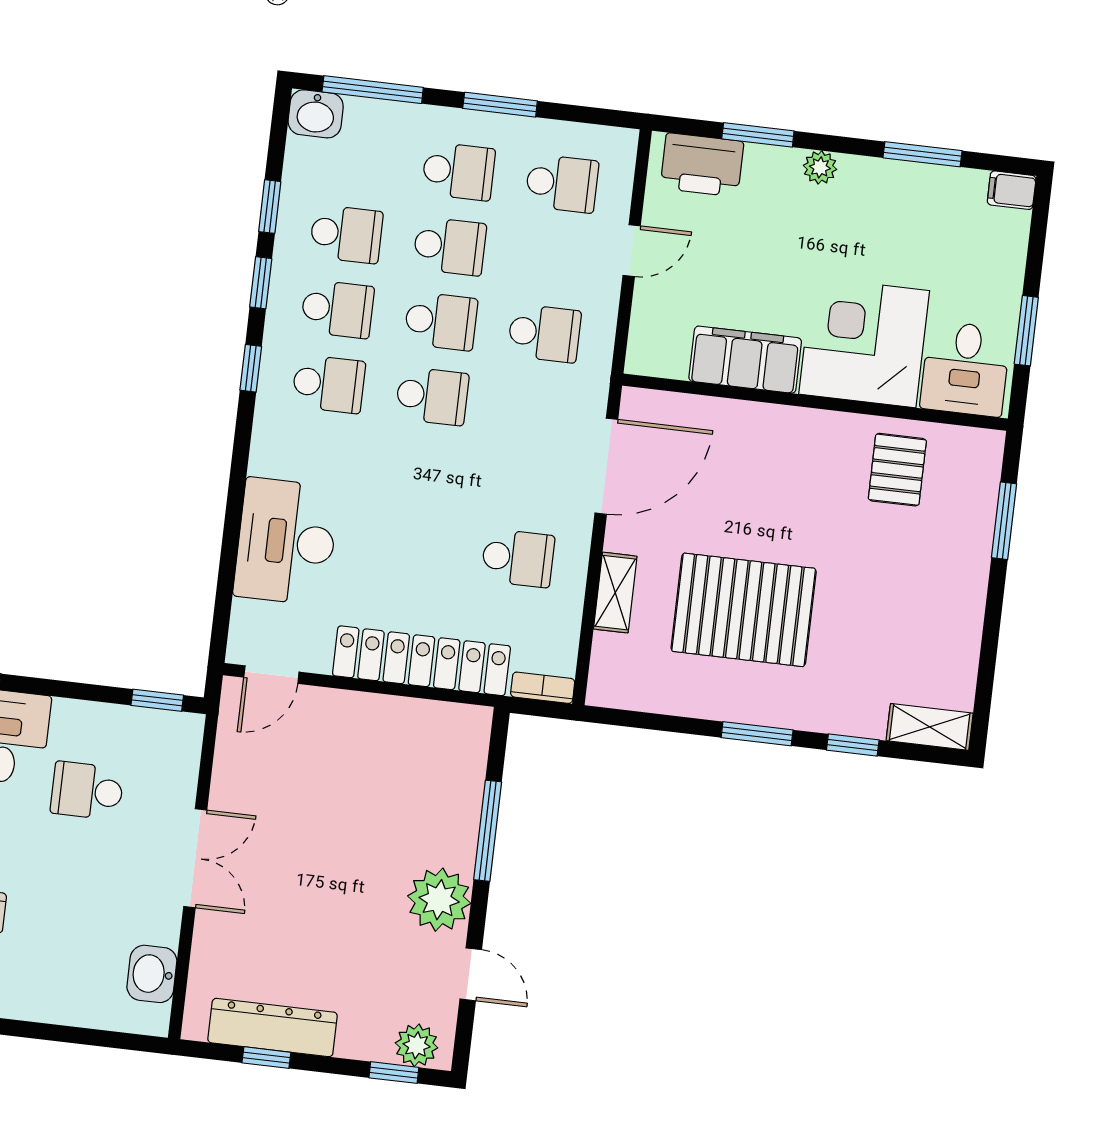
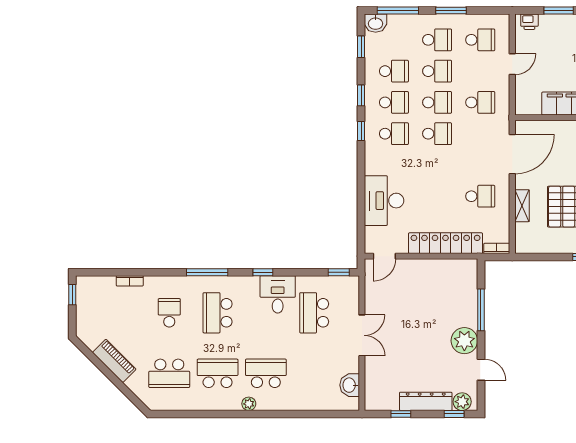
printer: (702, 165) -> (529, 22), width x0.53, depth x0.68
window: (270, 207) -> (361, 47), moved
school desk: (87, 791) -> (314, 313), width x1.85
dresser: (273, 1027) -> (426, 401), moved

